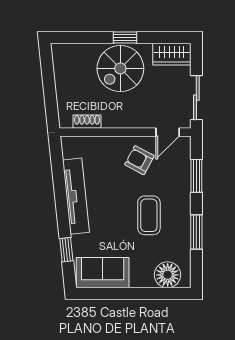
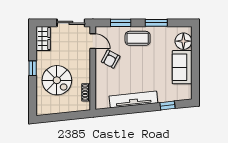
spiral stairs: (120, 68) -> (57, 80), moved
coffee table: (149, 215) -> (138, 38), moved
sofa: (103, 273) -> (182, 67), moved

